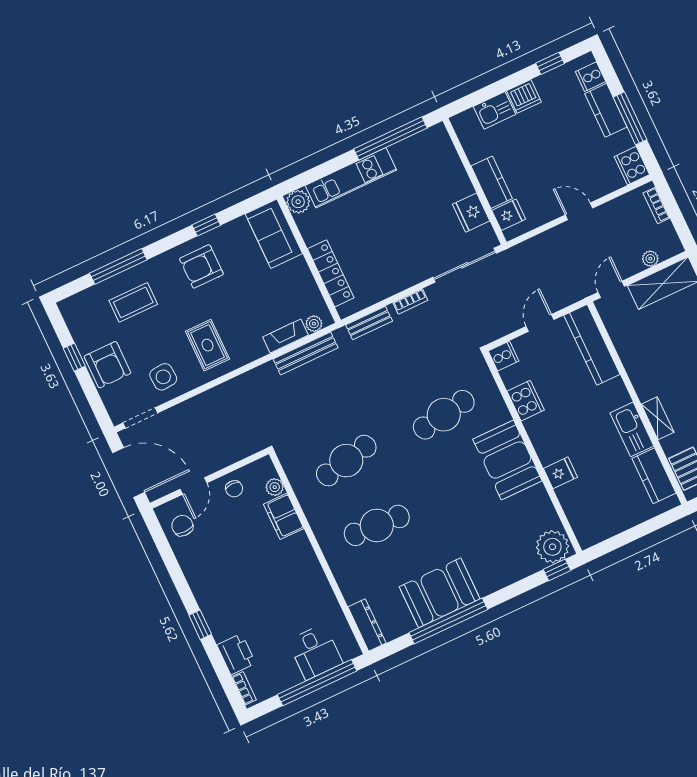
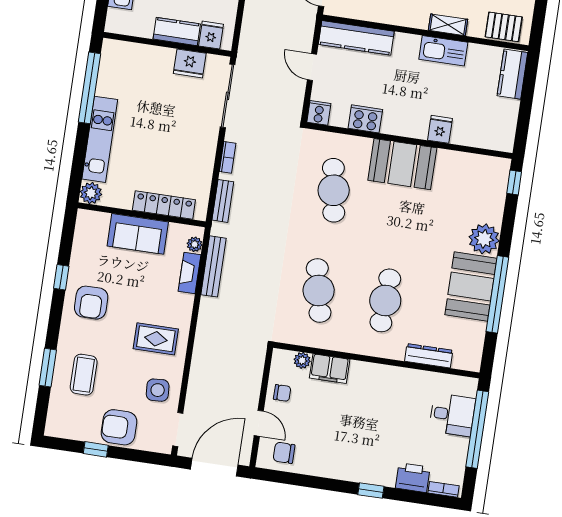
sofa: (274, 234) -> (138, 234), moved
window: (118, 266) -> (48, 368), width x0.69
armchair: (108, 365) -> (119, 427), turned 180
kitchen counter: (654, 476) -> (512, 74), moved, turned 90
plant: (552, 547) -> (484, 239), moved
dresser: (367, 625) -> (429, 356), moved

